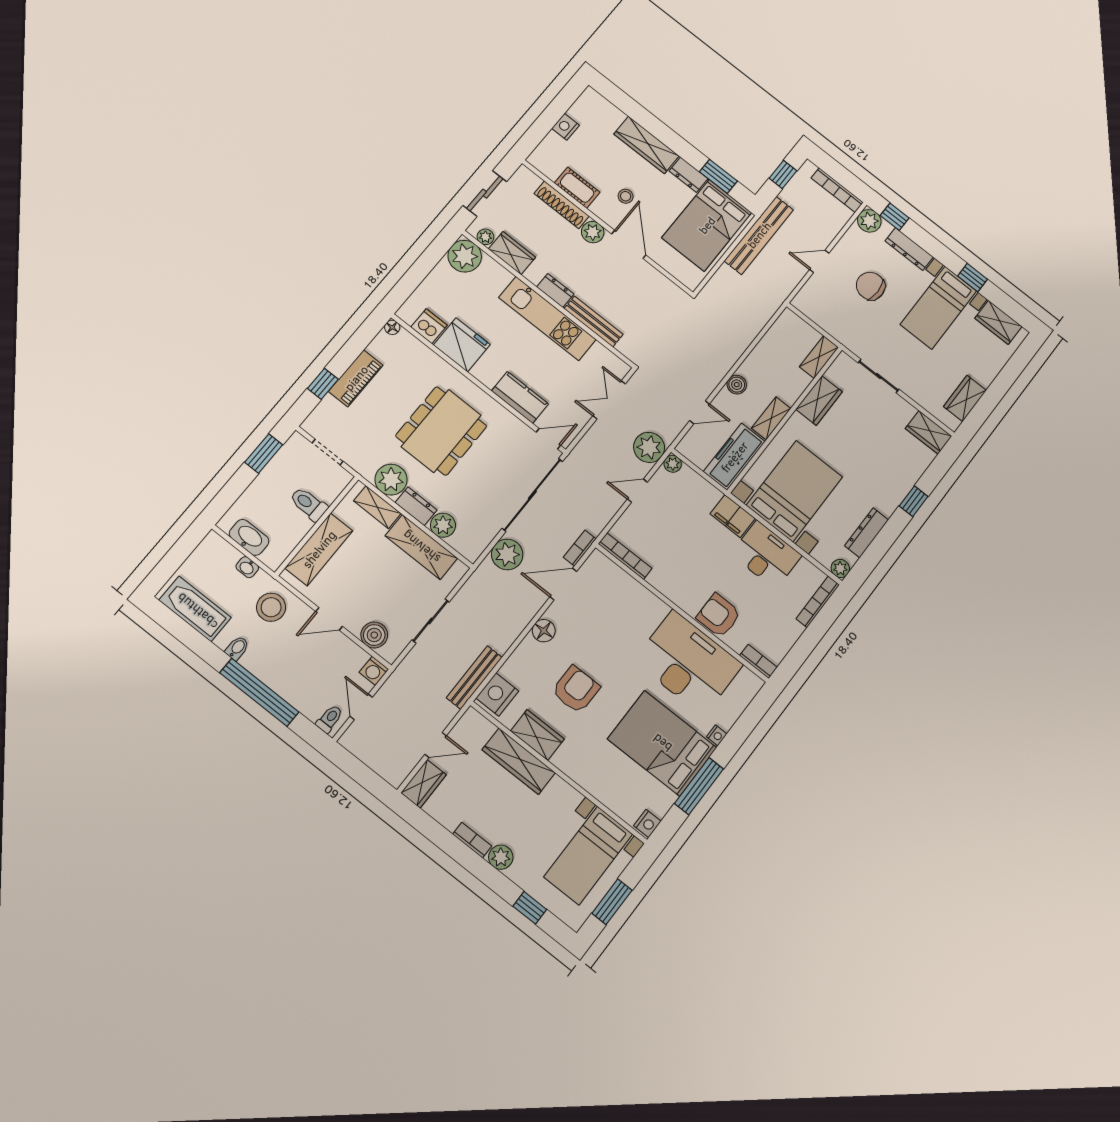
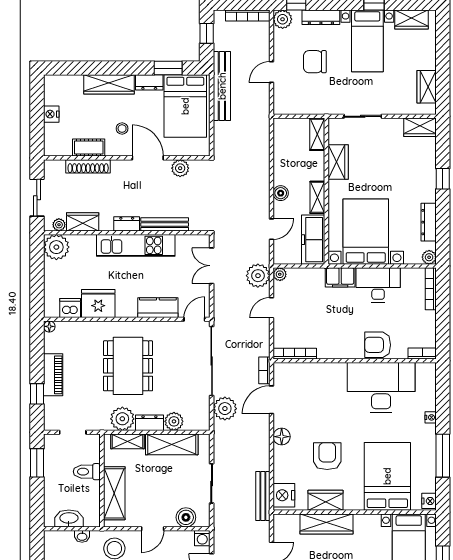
plant: (593, 232) -> (180, 168), moved
bed: (662, 743) -> (387, 476), moved, turned 90

